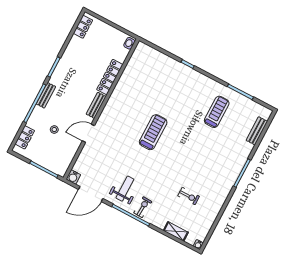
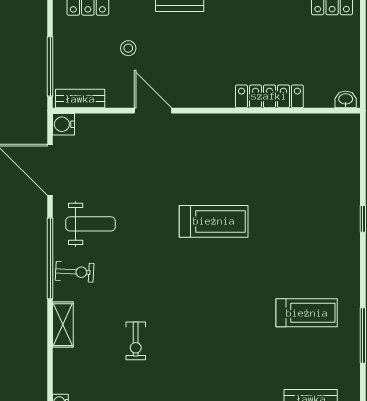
bench: (96, 105) -> (80, 99), moved
shelving: (176, 231) -> (63, 325), moved

